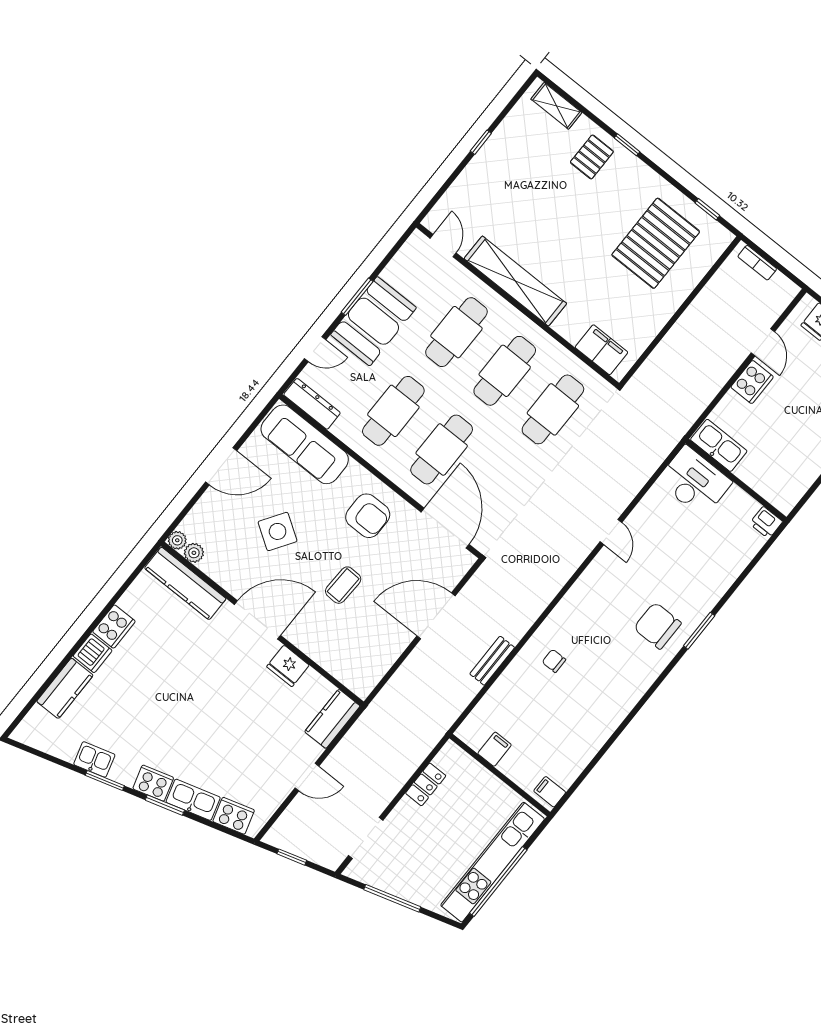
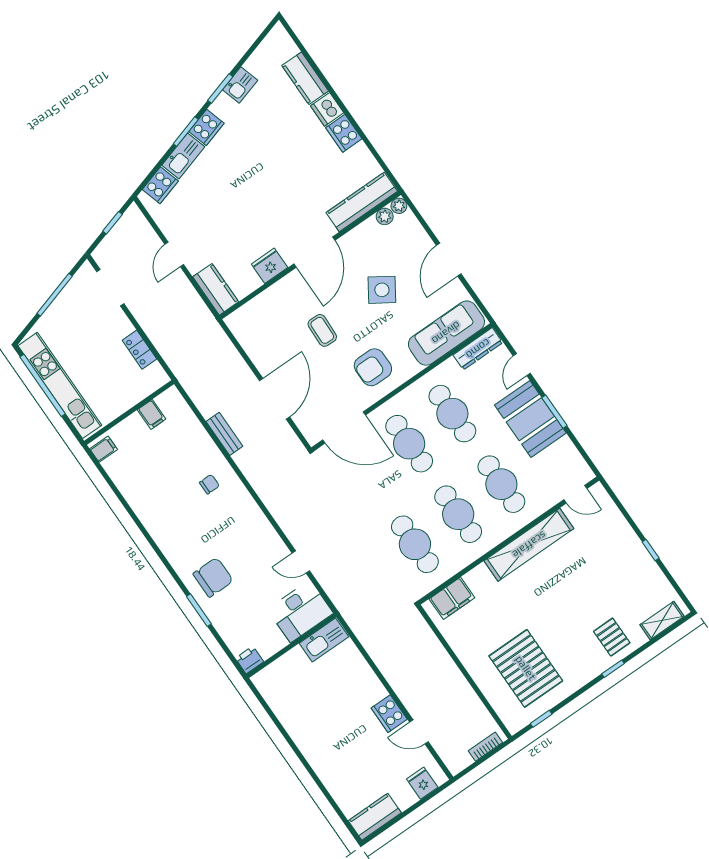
kitchen sink: (719, 445) -> (324, 640), moved
wall: (736, 480) -> (291, 646), moved
desk: (694, 481) -> (300, 611), moved
printer: (766, 523) -> (249, 660), moved

